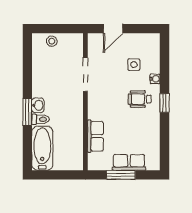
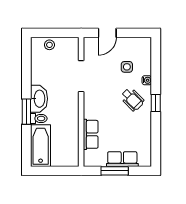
wheelchair: (140, 99) -> (132, 99), turned -135
washbasin: (38, 105) -> (39, 99), width x1.91, depth x1.45

